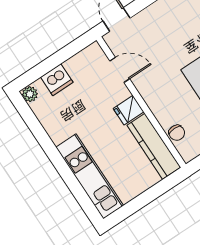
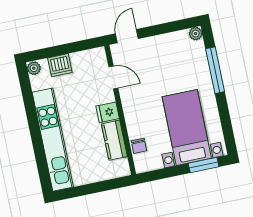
kitchen counter: (154, 146) -> (114, 140), width x0.67
kitchen unit: (90, 176) -> (53, 140), width x1.36

